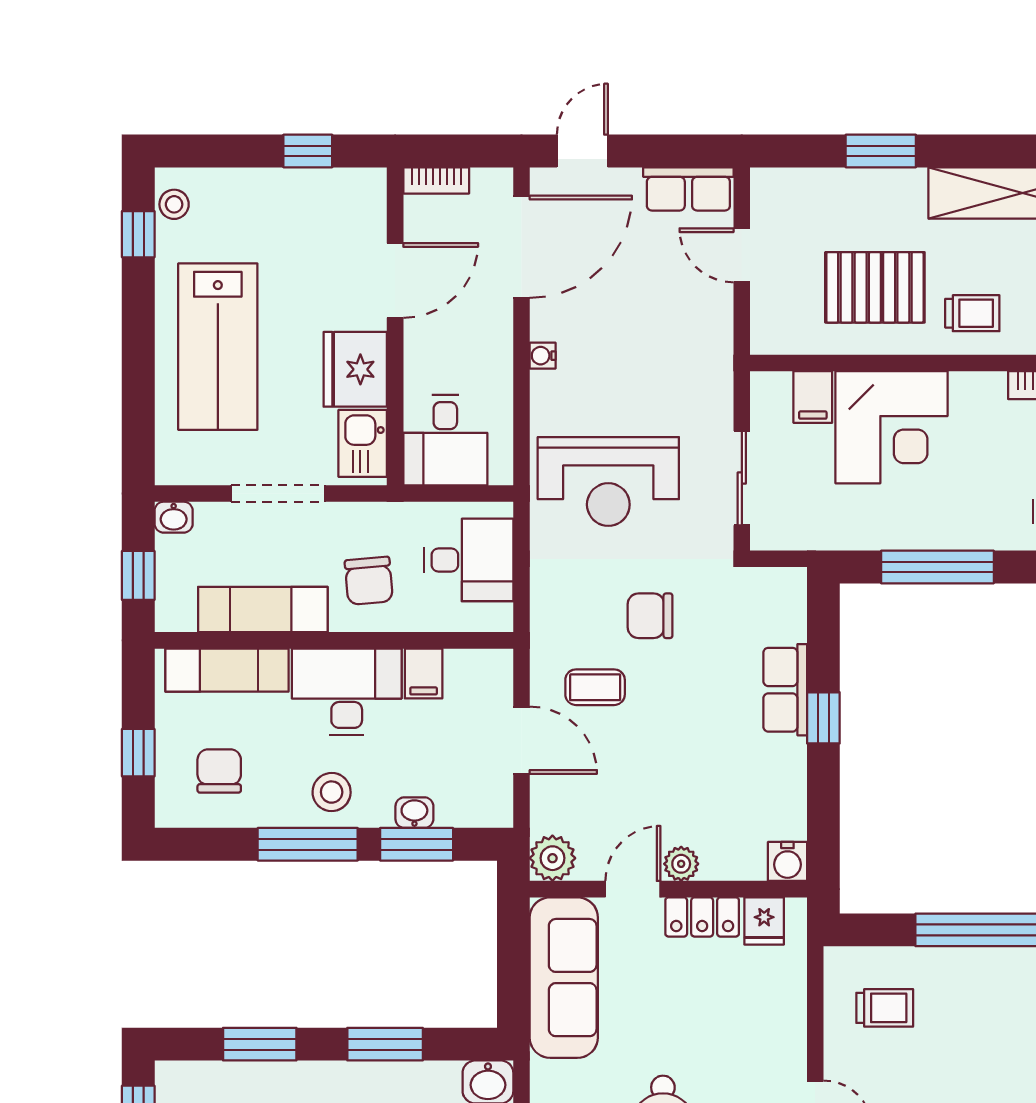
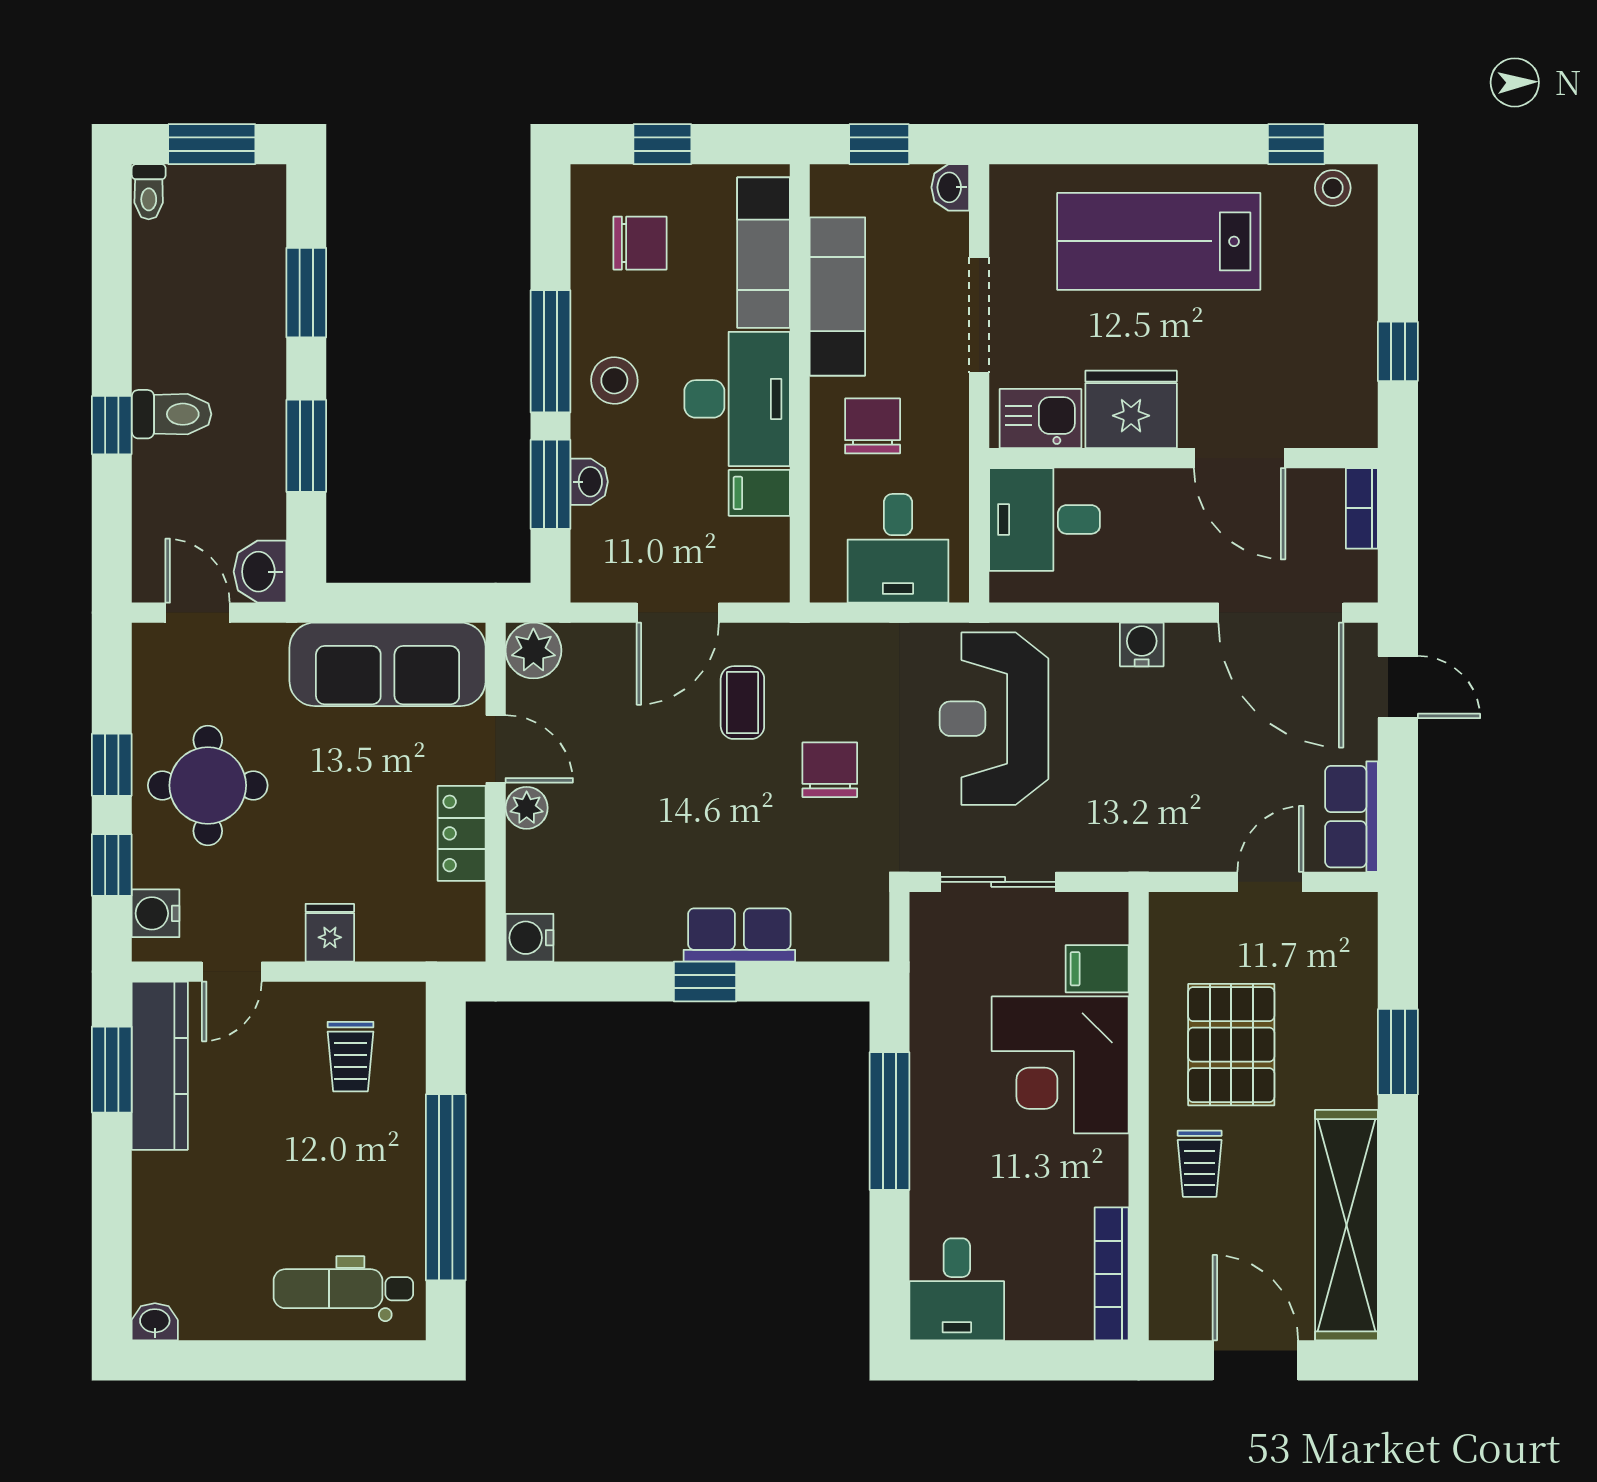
water cooler: (543, 356) -> (1142, 645), width x1.38, depth x1.38
chair: (369, 581) -> (873, 426), turned 95
fridge: (764, 921) -> (330, 933), moved, turned 90

